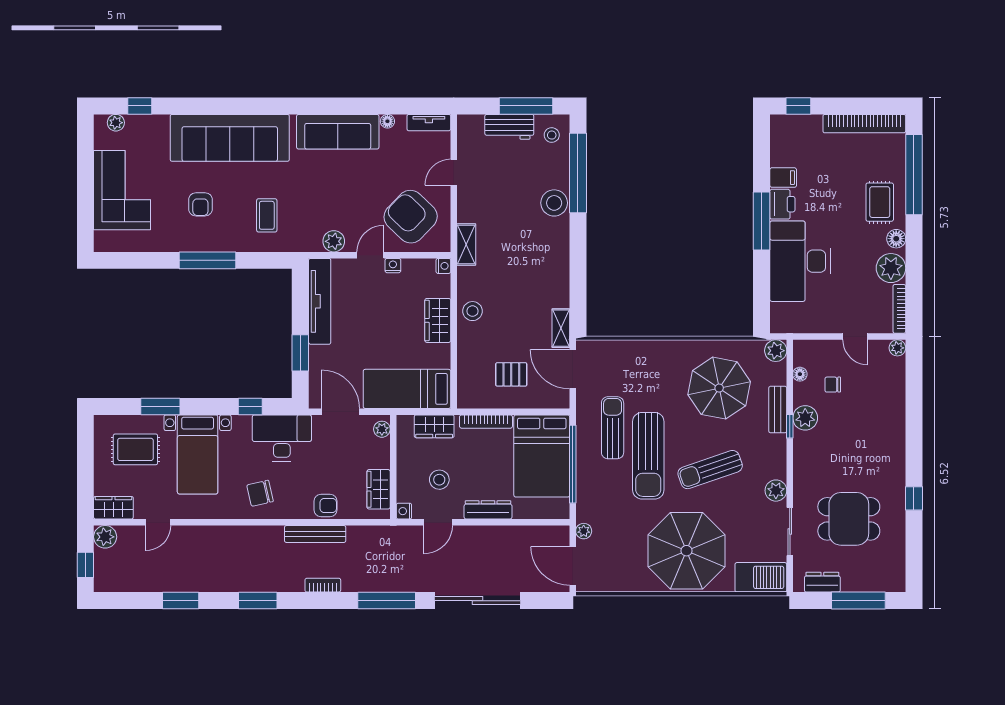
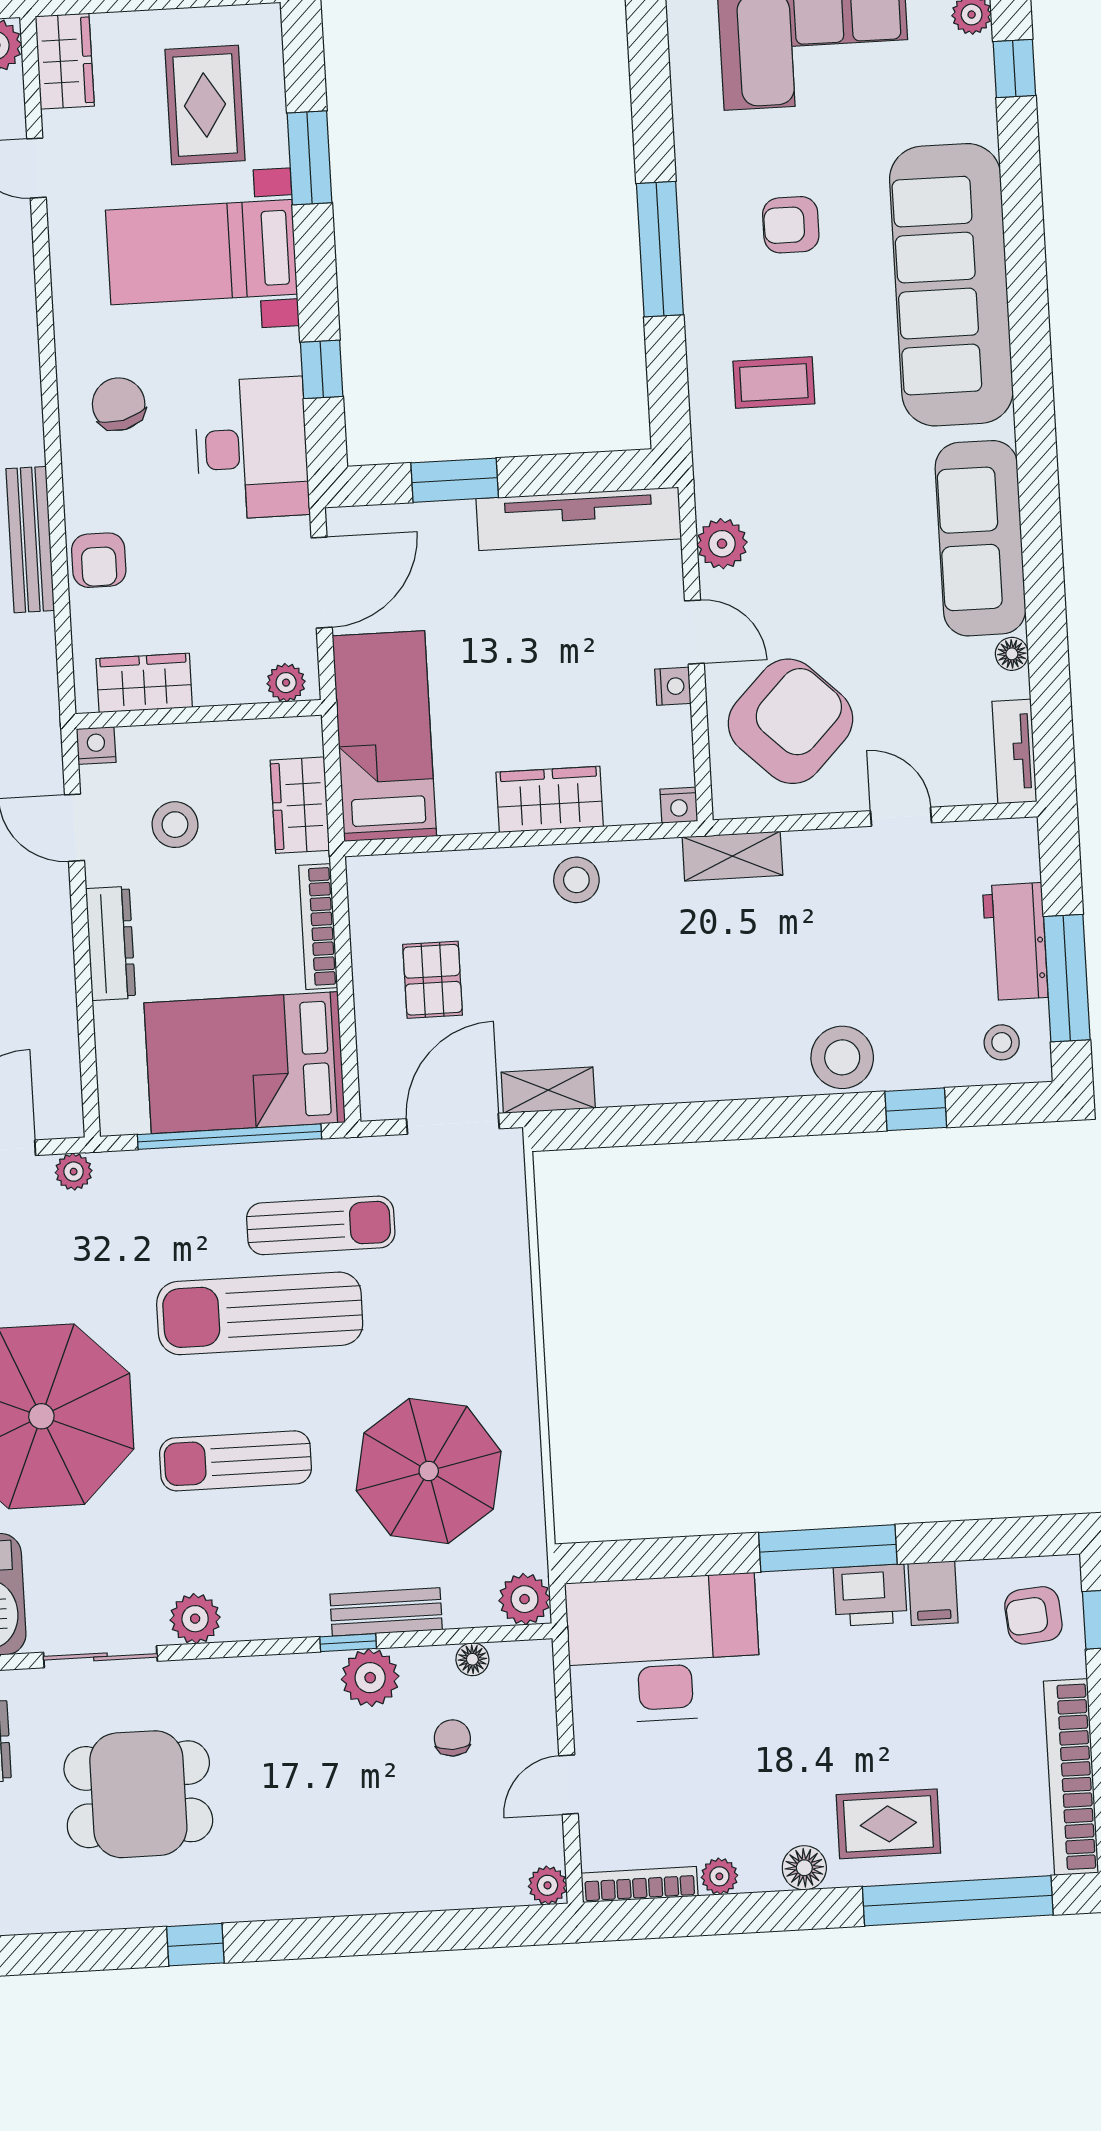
armchair: (795, 136) -> (1033, 1615), added
window: (578, 173) -> (916, 1109), width x0.32
desk: (800, 261) -> (663, 1649), moved
plant: (891, 268) -> (719, 1876), width x0.53, depth x0.53
sun lounger: (710, 470) -> (236, 1461), turned -71
dining table: (849, 519) -> (138, 1794), turned 90

